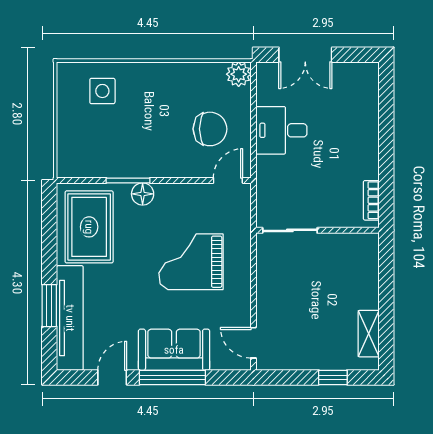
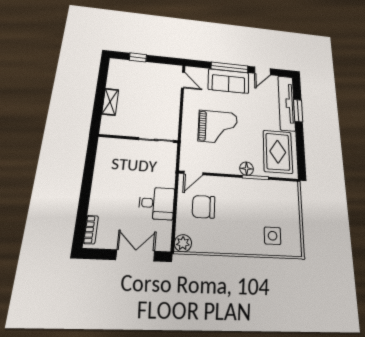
bookcase: (371, 200) -> (91, 230), moved
shelving: (369, 334) -> (110, 102), moved

